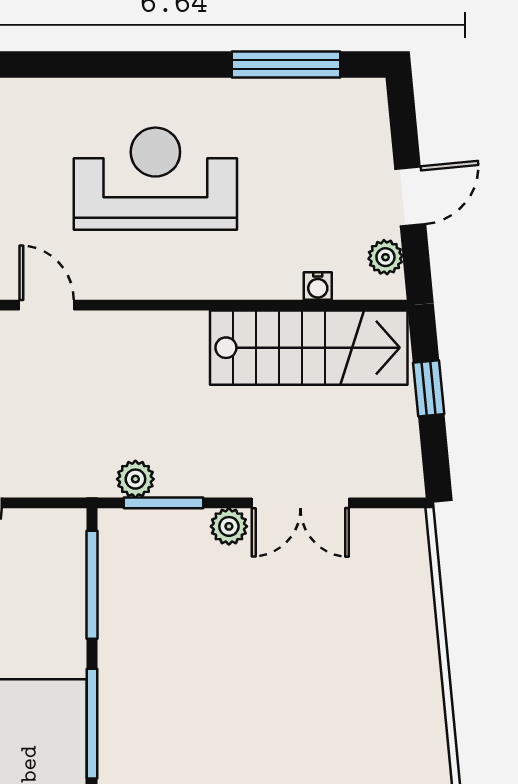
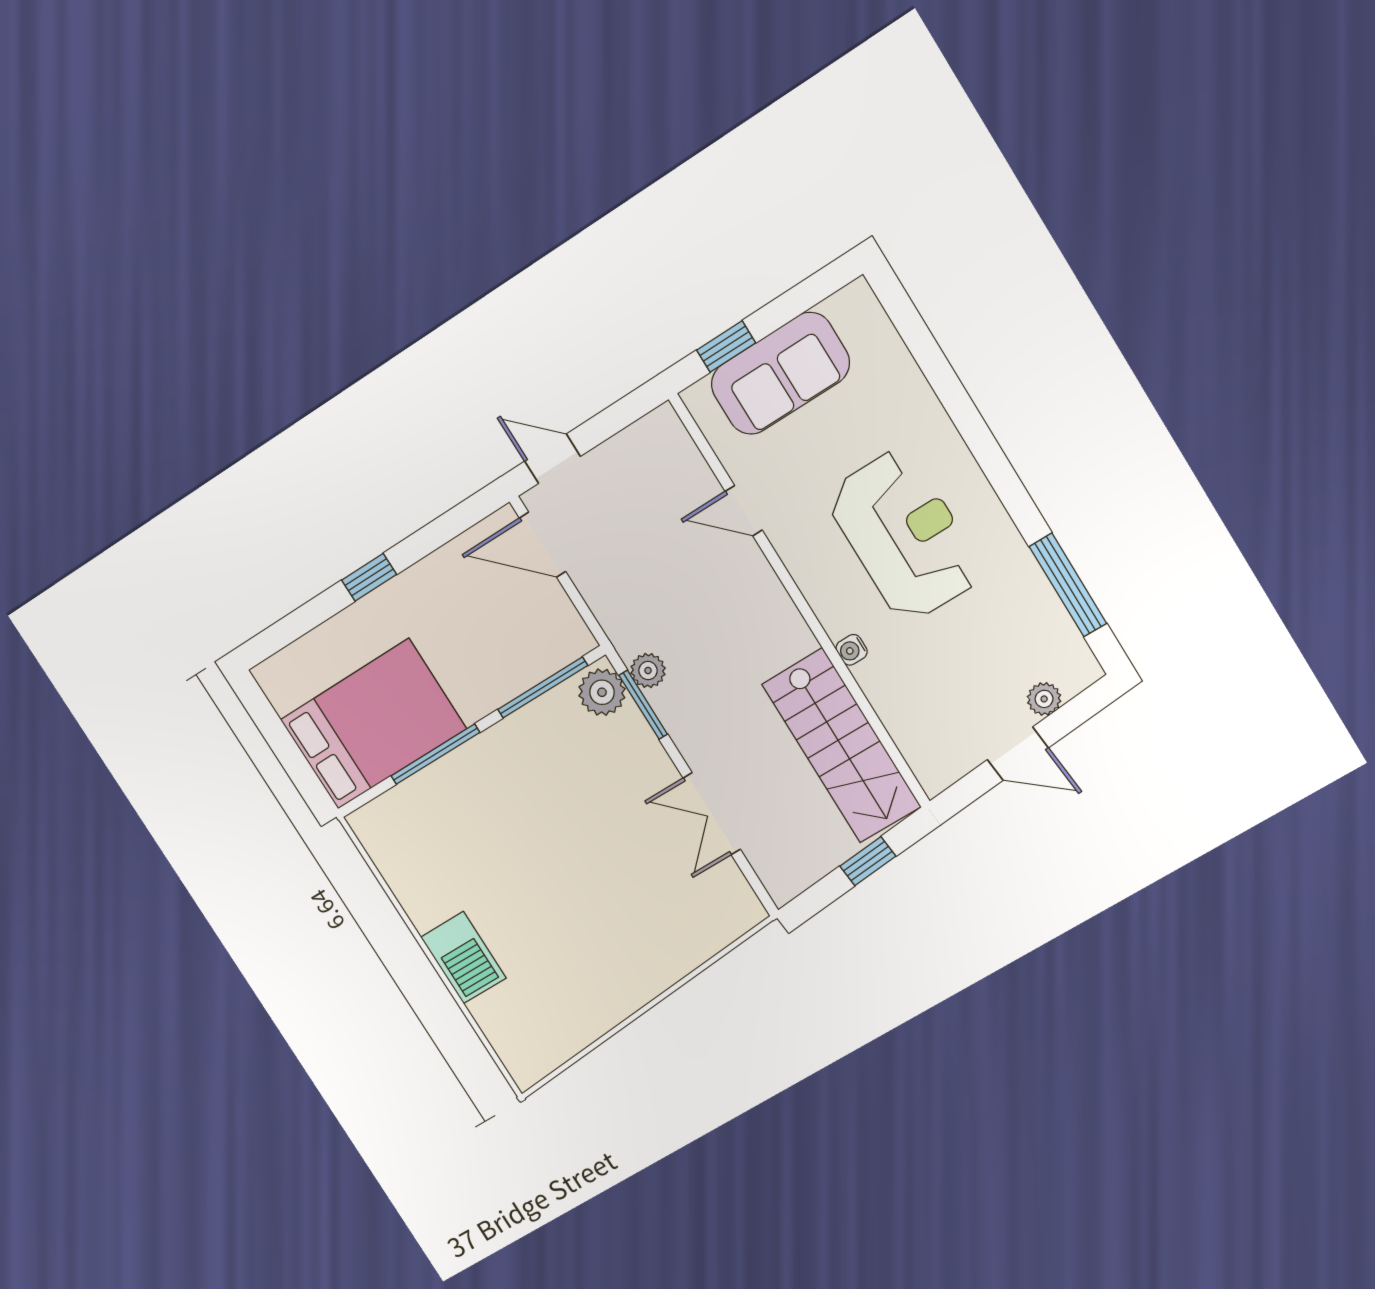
plant: (385, 257) -> (1044, 699), moved
water cooler: (318, 286) -> (852, 650), moved
door: (47, 305) -> (744, 511), swing flipped
plant: (229, 526) -> (602, 692), moved, width x1.38, depth x1.38

